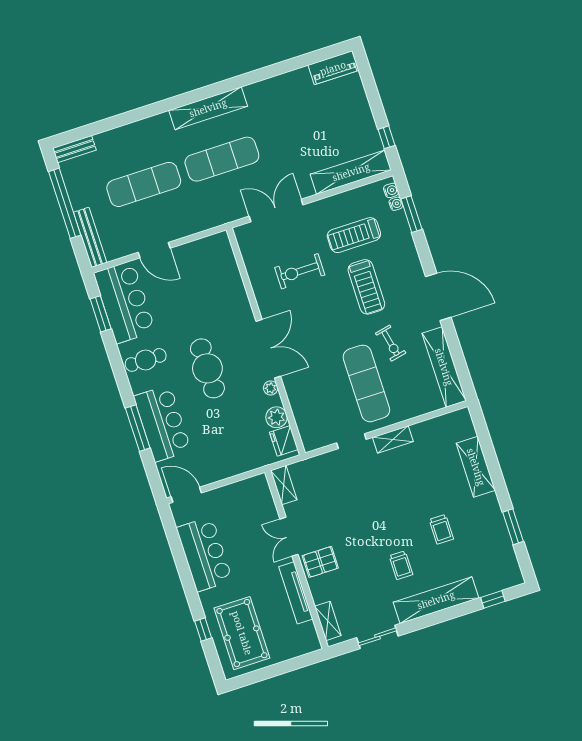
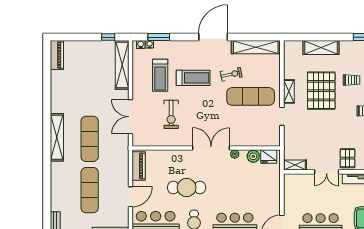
piano: (205, 247) -> (139, 166), added
cafe table: (207, 368) -> (187, 187), moved
pallet: (410, 488) -> (321, 91), added

